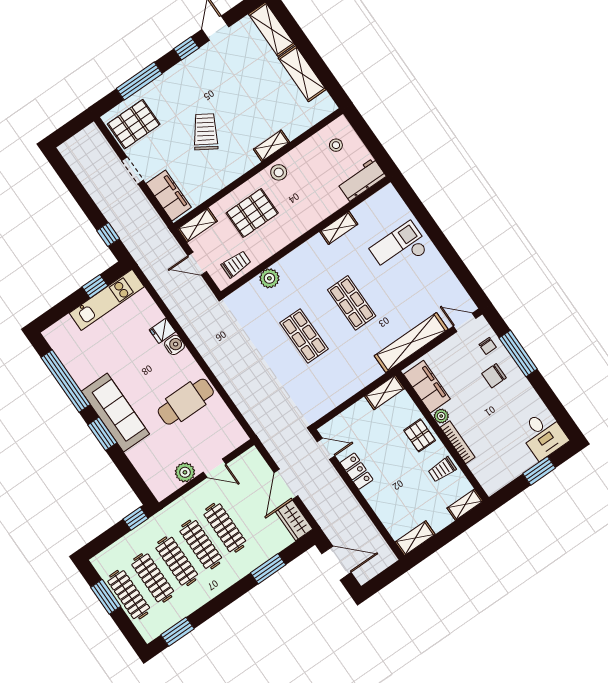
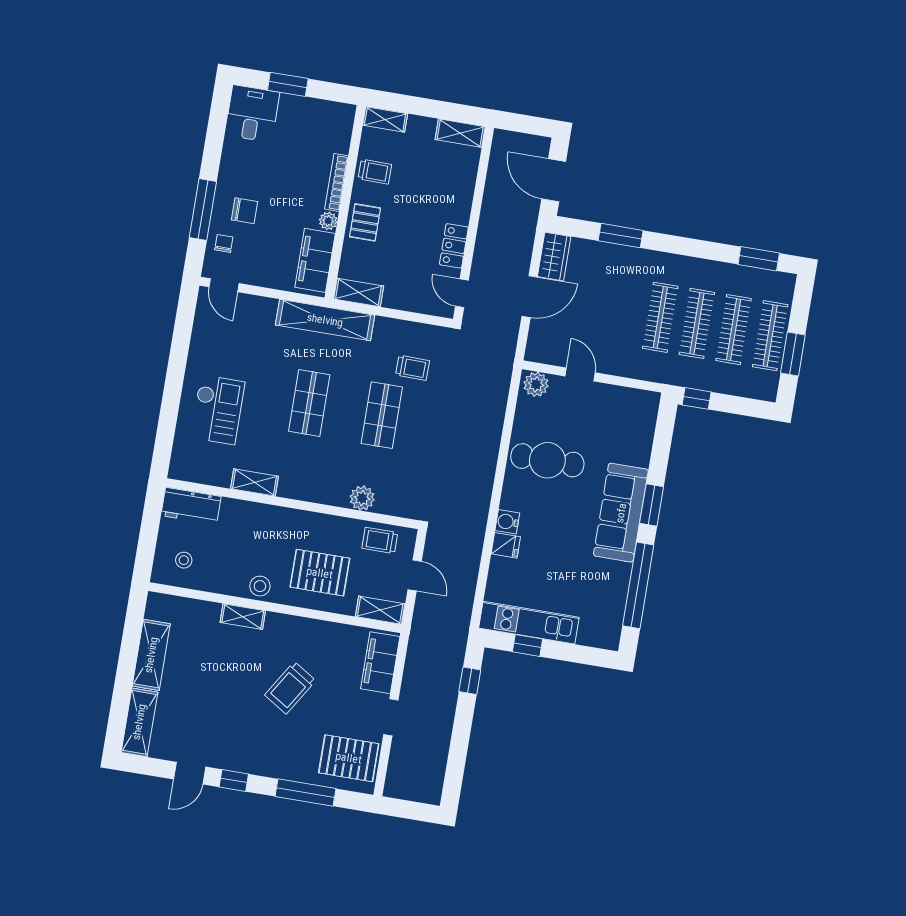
checkout: (400, 249) -> (218, 410), turned -90
shelving: (411, 343) -> (325, 320), moved
trolley: (313, 380) -> (413, 368), added
plant: (185, 472) -> (536, 384), moved
clothes rail: (225, 528) -> (624, 311), removed

